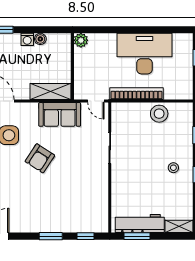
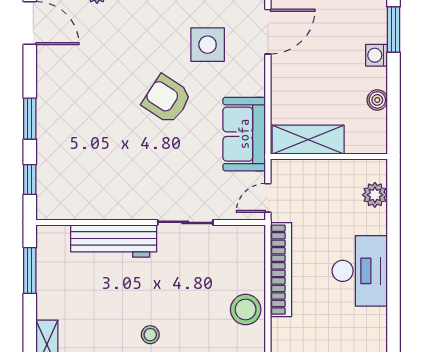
washing machine: (27, 39) -> (377, 55), moved
plant: (81, 40) -> (375, 195), moved
desk: (144, 54) -> (360, 271), width x0.73, depth x0.77
shelving: (51, 91) -> (308, 140), moved, turned 90
workbench: (140, 223) -> (114, 241), moved, turned 90

